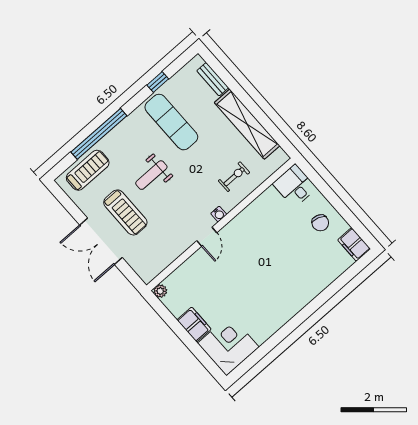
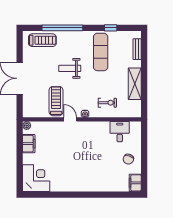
shelving: (247, 124) -> (135, 84), width x0.68
desk: (295, 186) -> (120, 132), moved
treadmill: (125, 212) -> (56, 101), moved, turned 180
door: (207, 237) -> (70, 119), swing flipped
filing cabinet: (194, 325) -> (29, 144), moved

